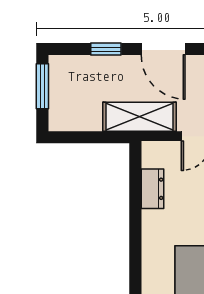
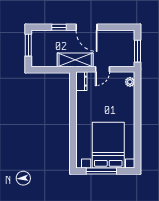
dresser: (152, 189) -> (81, 81), moved

